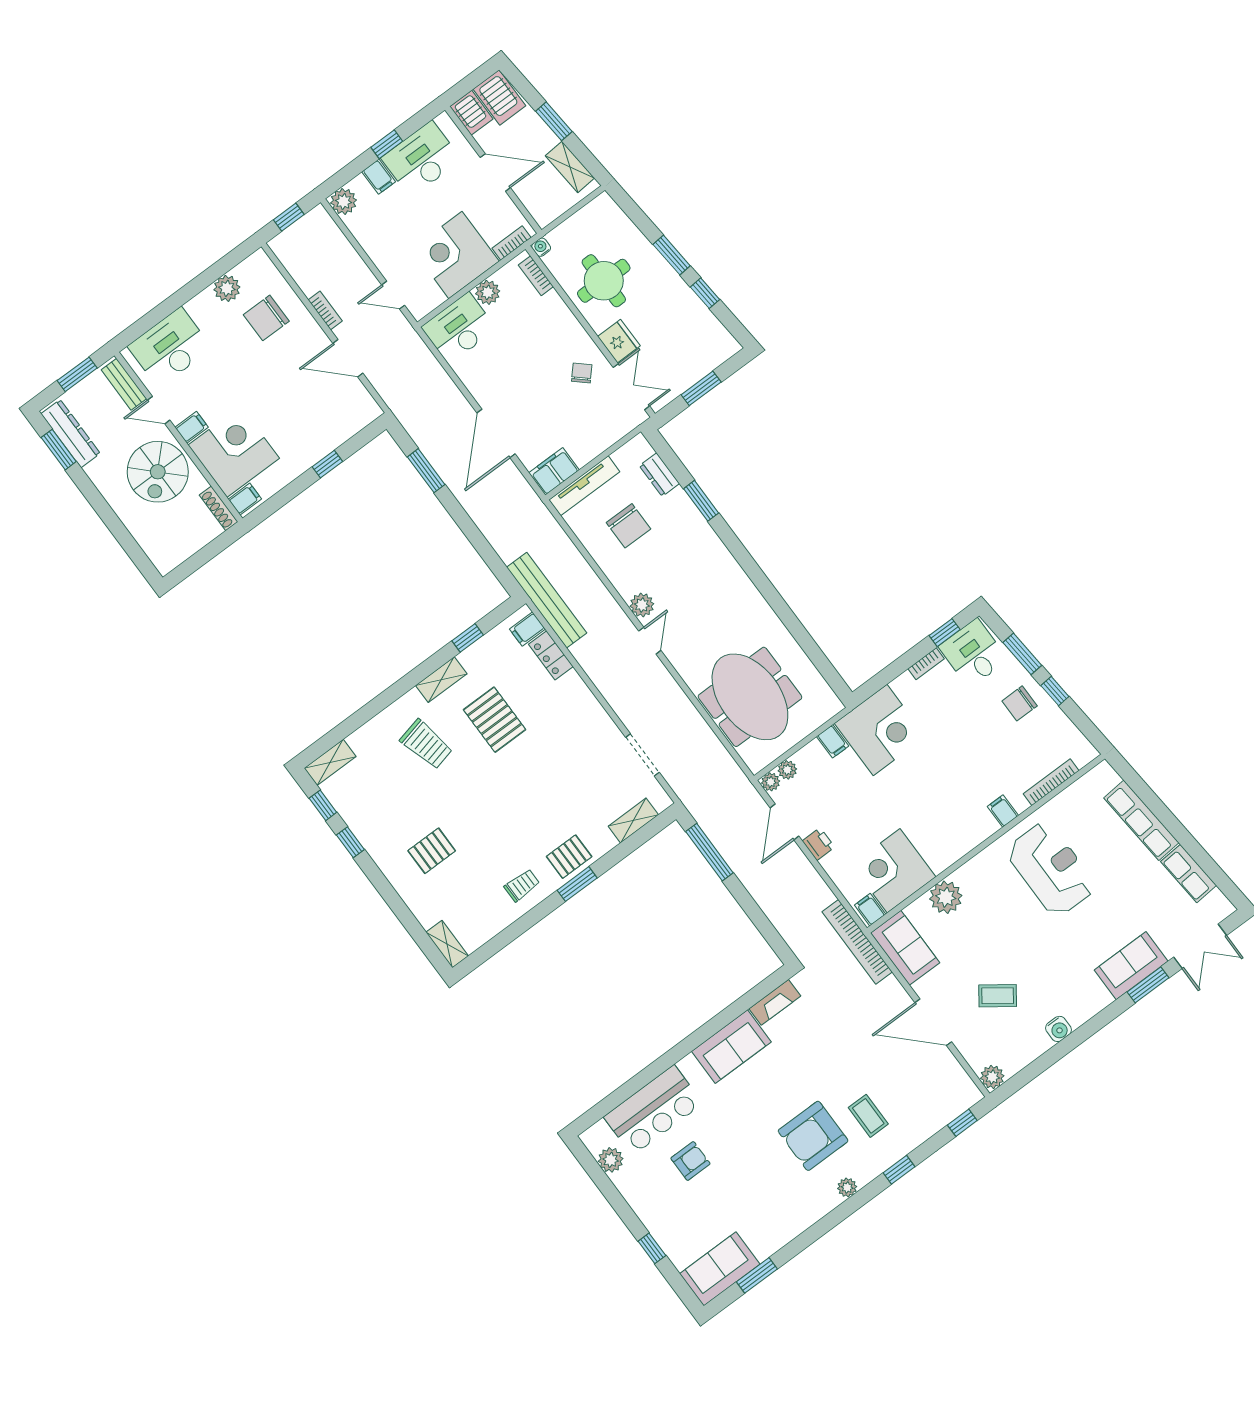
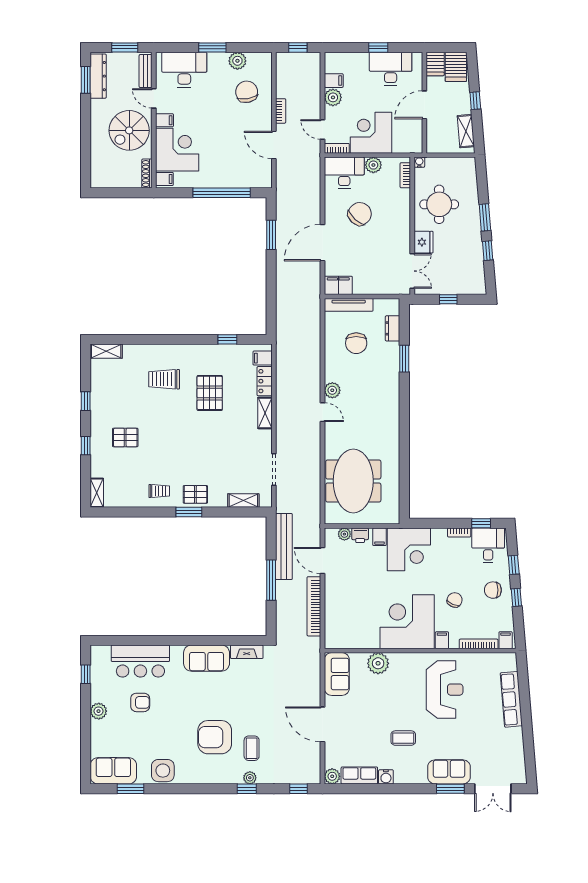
window: (554, 121) -> (475, 101), width x0.67
door: (495, 172) -> (424, 105), swing flipped
filing cabinet: (379, 177) -> (334, 81), moved, turned -90
plant: (344, 201) -> (333, 97), moved
bookcase: (512, 243) -> (337, 148), moved
window: (184, 295) -> (212, 47), added
chair: (266, 318) -> (247, 92), turned 80
chair: (582, 373) -> (360, 214), moved, width x1.87, depth x1.87
window: (701, 388) -> (448, 299), width x0.67
window: (327, 464) -> (222, 193), width x3.17
bench: (547, 600) -> (284, 547), moved
door: (650, 641) -> (323, 412), hinge flipped
window: (1022, 654) -> (514, 565), width x0.67
shelving: (441, 680) -> (265, 413), moved, turned 90
trolley: (426, 744) -> (164, 379), turned 103
chair: (982, 750) -> (455, 600), added
plant: (771, 782) -> (331, 534), removed
window: (323, 805) -> (86, 446), moved
door: (785, 822) -> (323, 561), hinge flipped
printer: (818, 844) -> (360, 535), moved, turned 90
window: (709, 852) -> (271, 580), moved
corner desk: (894, 871) -> (407, 622), moved, width x1.36, depth x1.36
row of seats: (1189, 873) -> (359, 775), moved, turned 95
filing cabinet: (870, 910) -> (506, 640), moved
bookcase: (857, 942) -> (314, 606), moved
coffee table: (998, 996) -> (403, 738), moved, turned -36
plant: (611, 1160) -> (99, 711), moved
plant: (847, 1188) -> (250, 778), moved
side table: (780, 1224) -> (163, 771), added
window: (652, 1248) -> (86, 674), moved

